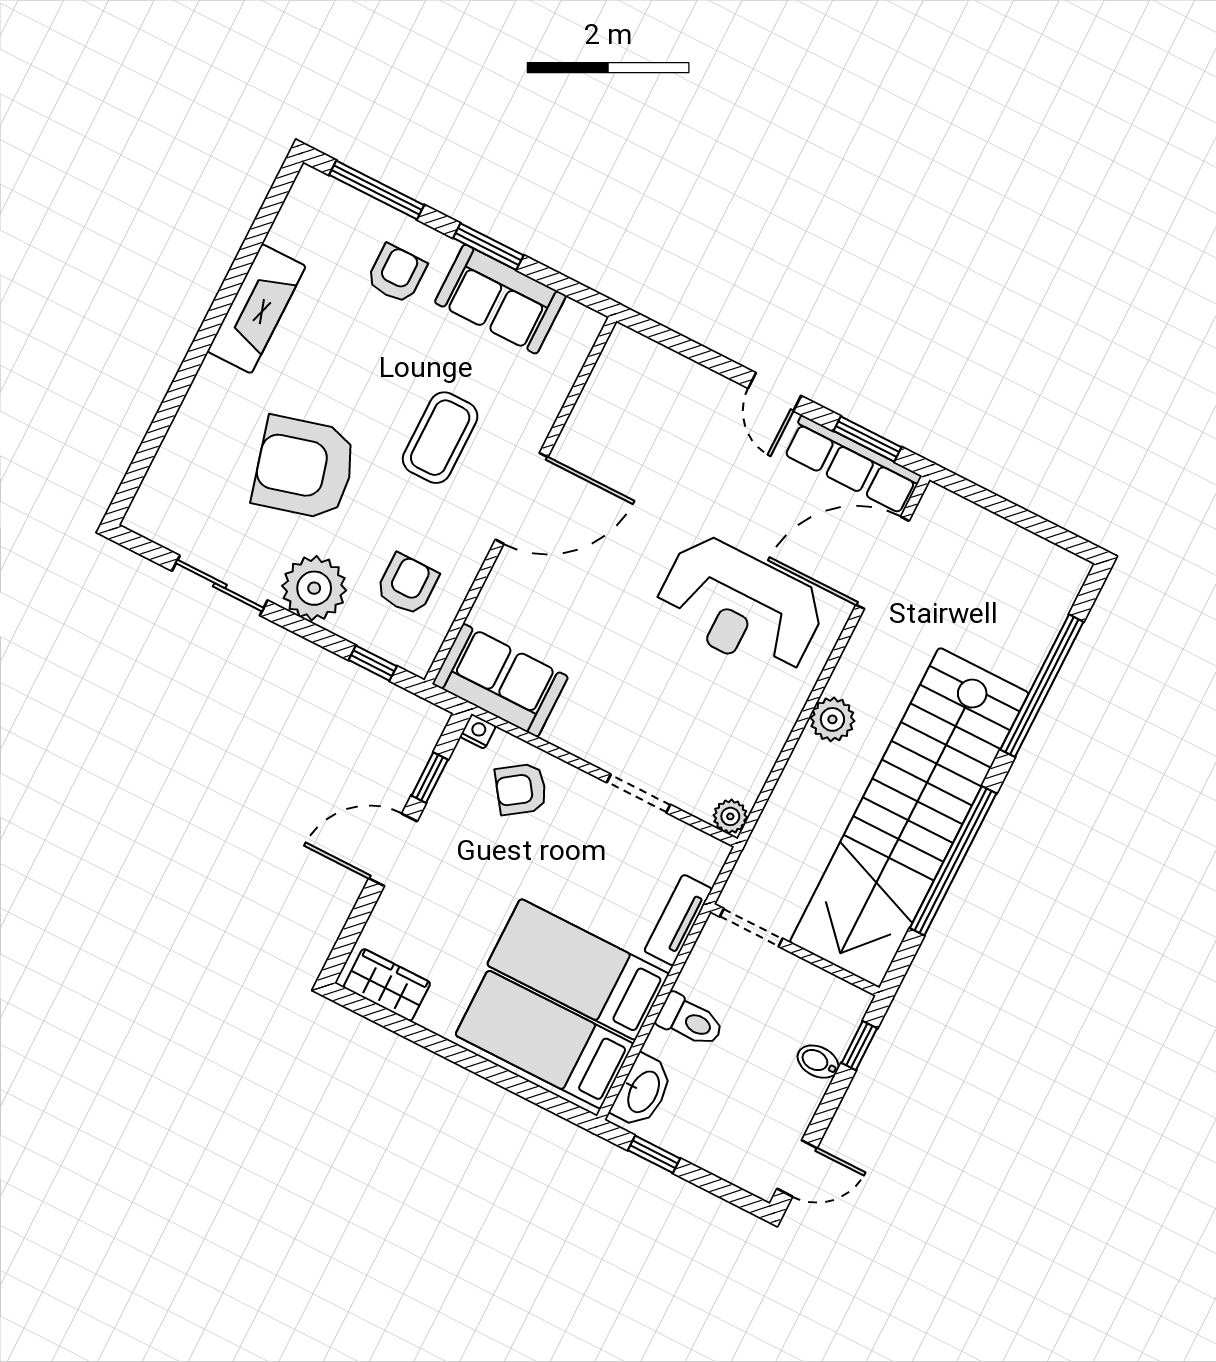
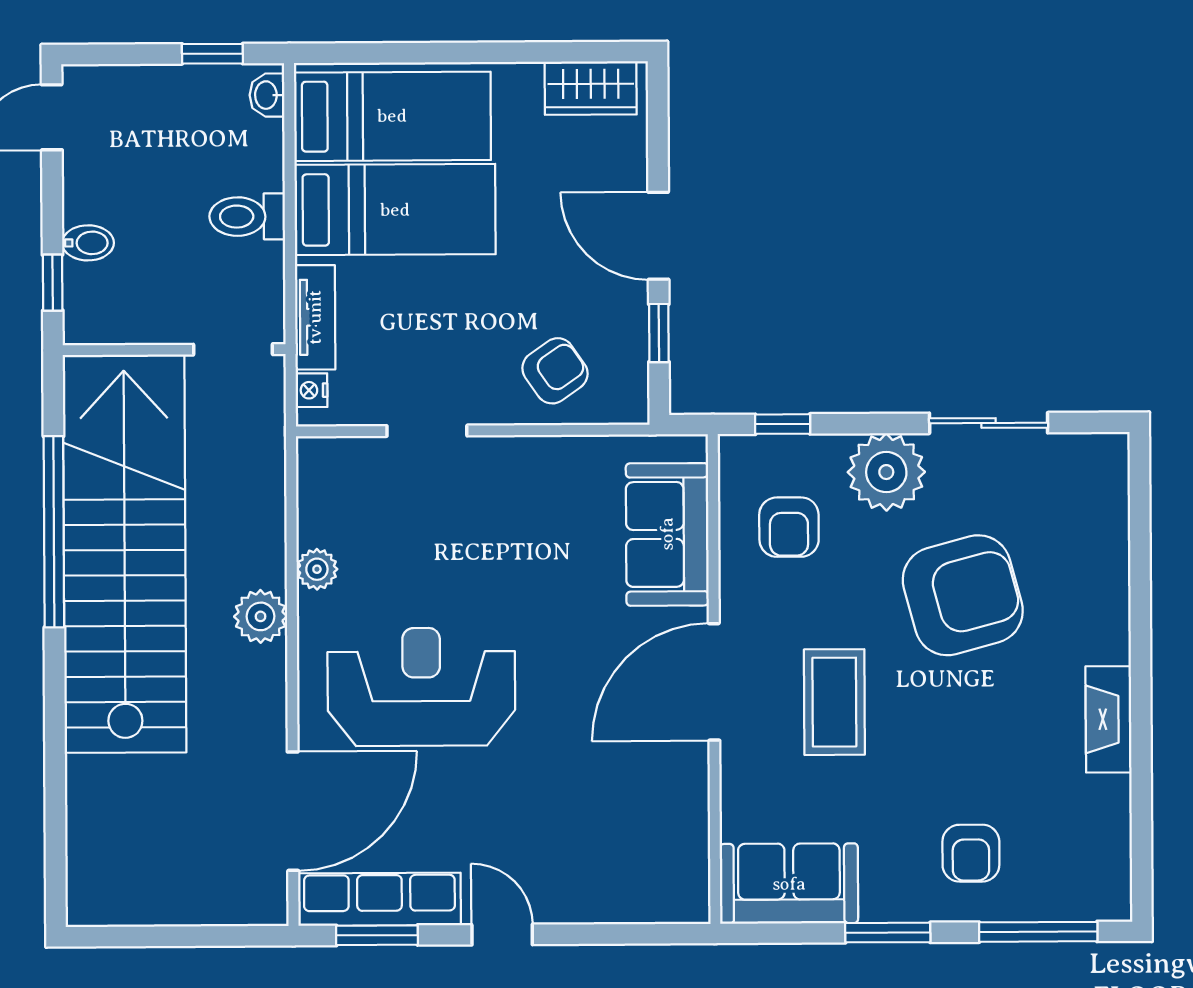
sofa: (500, 299) -> (789, 884), moved
fireplace: (257, 309) -> (1108, 719), width x0.73, depth x0.76
sofa: (500, 680) -> (667, 534), moved, turned 90
window: (1042, 686) -> (55, 767), removed
nightstand: (478, 731) -> (311, 390), moved, turned 90
plant: (730, 816) -> (317, 569), moved
door: (393, 850) -> (658, 236), swing flipped
washbasin: (642, 1091) -> (267, 95), width x0.52, depth x0.69

